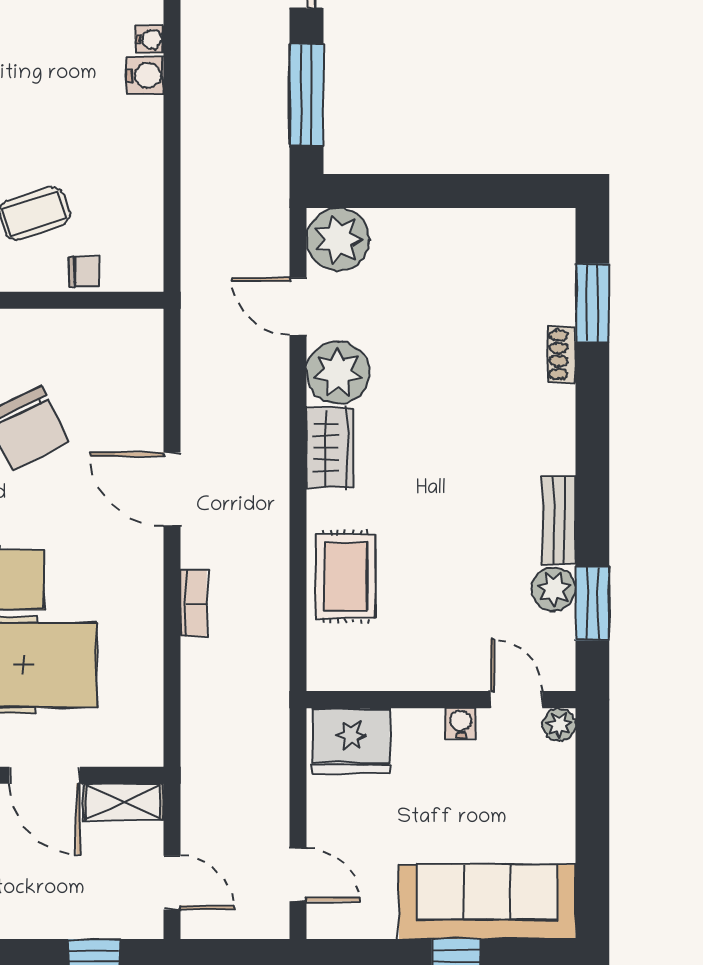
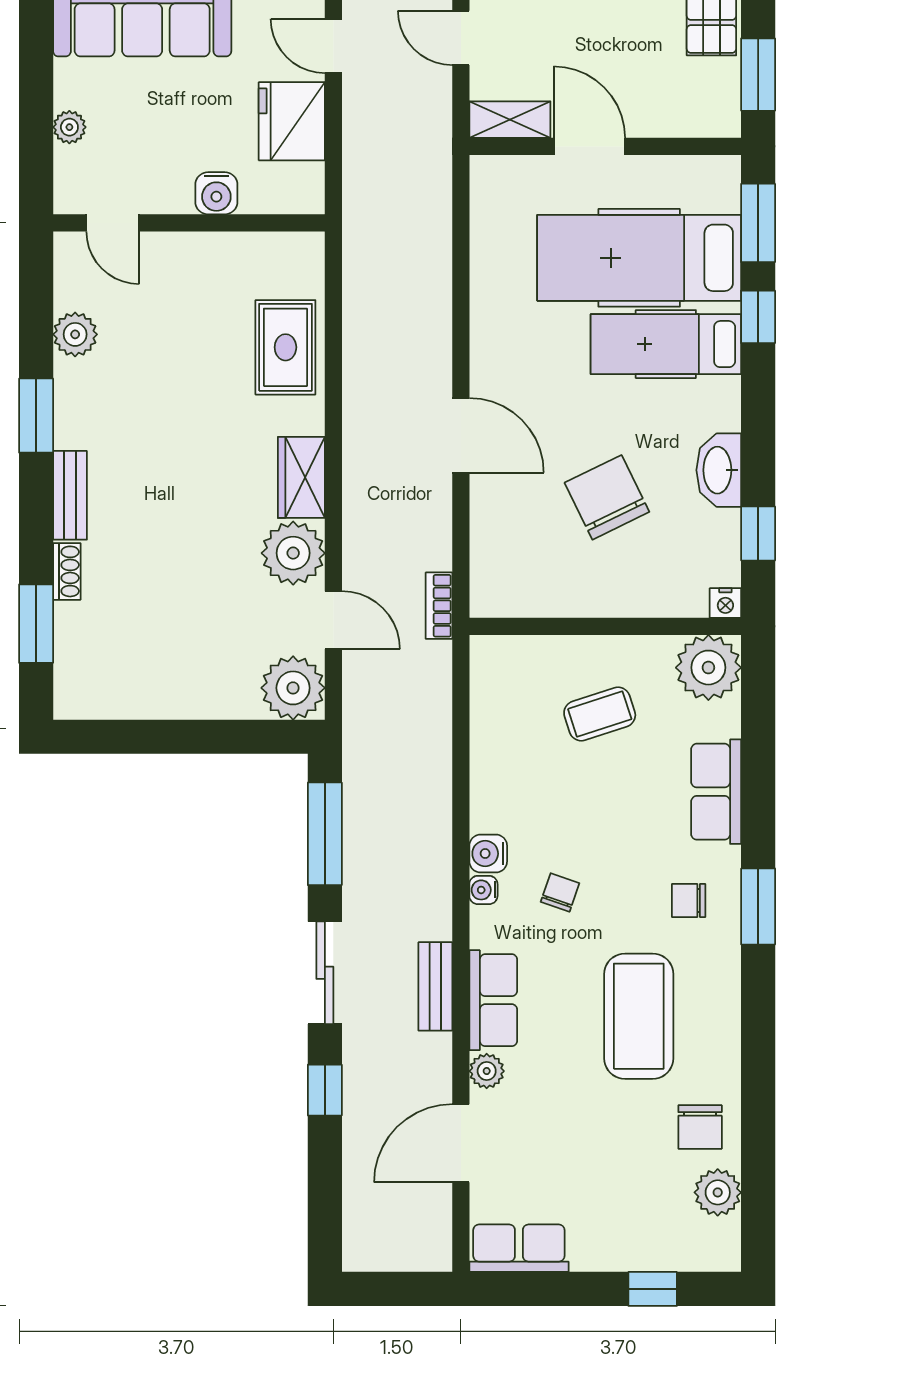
chair: (84, 272) -> (560, 892), moved, turned 109
bench: (559, 520) -> (70, 495), moved
bookcase: (194, 603) -> (439, 606), moved
window: (592, 603) -> (36, 416), moved
water cooler: (461, 723) -> (216, 193), moved, width x1.38, depth x1.38
plant: (559, 725) -> (69, 127), moved
fridge: (351, 741) -> (292, 121), moved, turned -90

